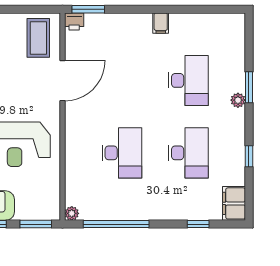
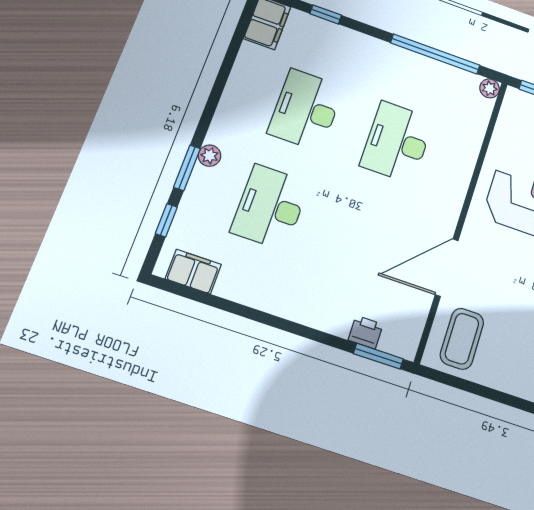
printer: (74, 21) -> (366, 332), moved
filing cabinet: (161, 23) -> (193, 272), moved, width x2.00
window: (249, 156) -> (166, 220), moved

